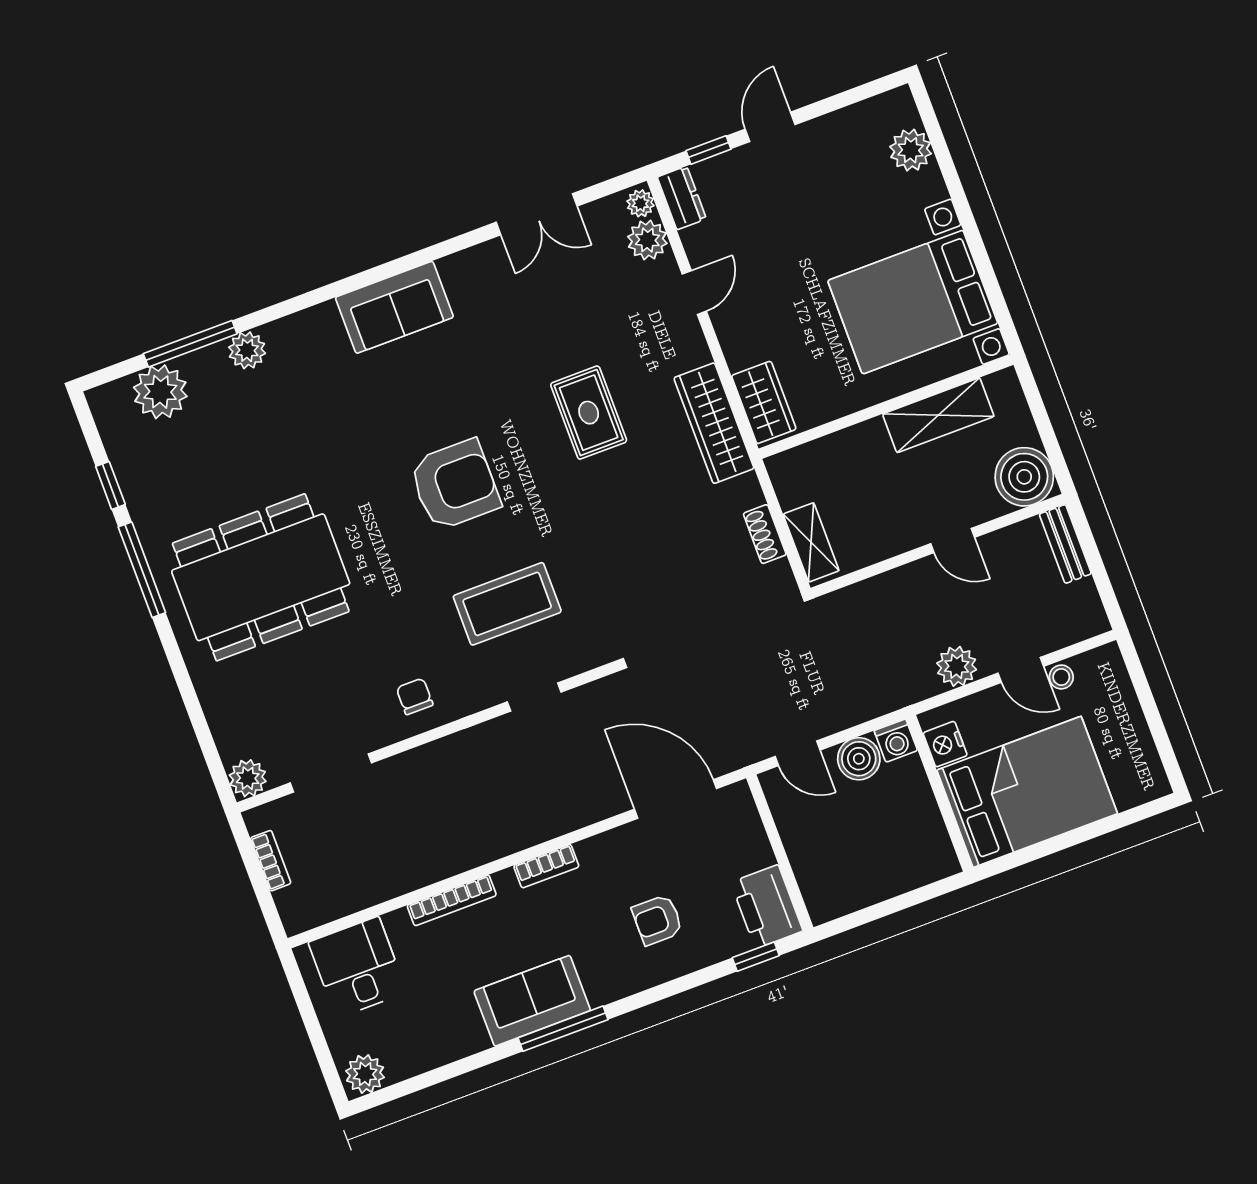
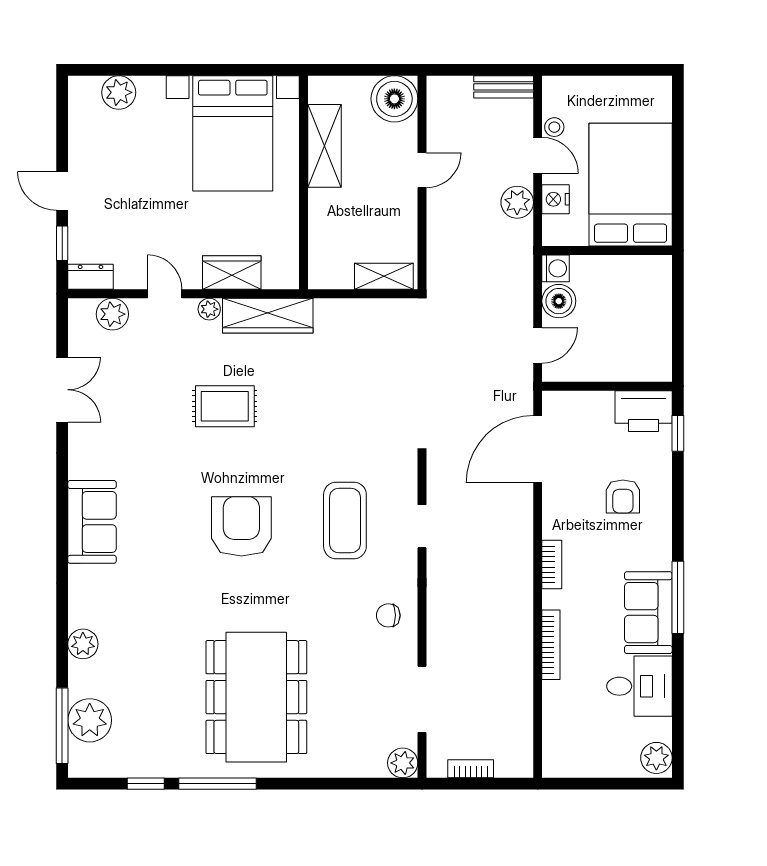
plant: (640, 203) -> (209, 309), moved
window: (190, 344) -> (62, 726), moved
wardrobe: (764, 402) -> (232, 273), moved
shoe rack: (765, 534) -> (365, 309), removed
bench: (1065, 544) -> (504, 87), moved
door: (1021, 670) -> (538, 155), hinge flipped
nightstand: (945, 744) -> (556, 199), moved, turned 90
desk: (357, 967) -> (639, 686), moved, turned 180

